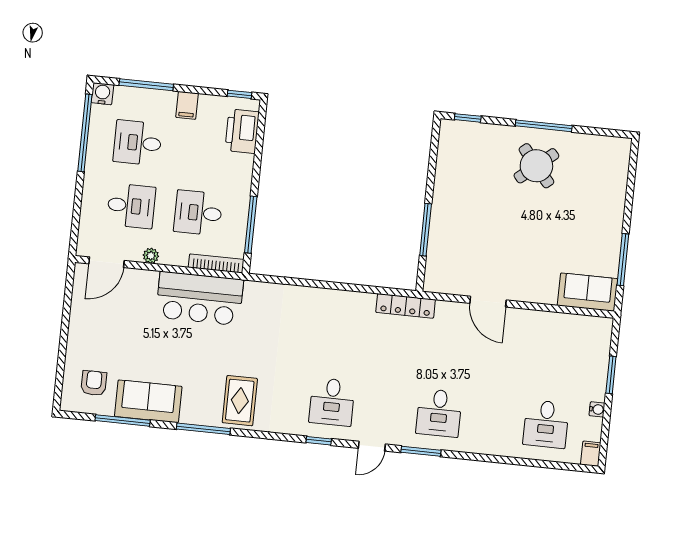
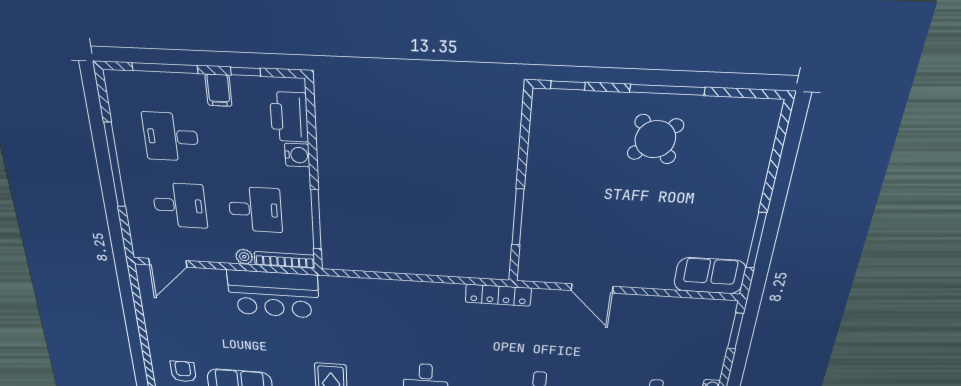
water cooler: (102, 94) -> (297, 155), moved, turned 90
window: (240, 94) -> (246, 72), moved
window: (85, 133) -> (115, 165), moved
desk: (198, 213) -> (255, 210), turned 180
plant: (151, 256) -> (244, 257), moved
window: (611, 375) -> (735, 331), moved

